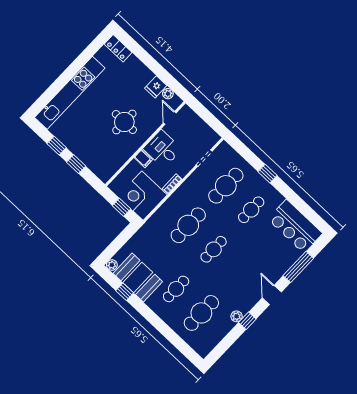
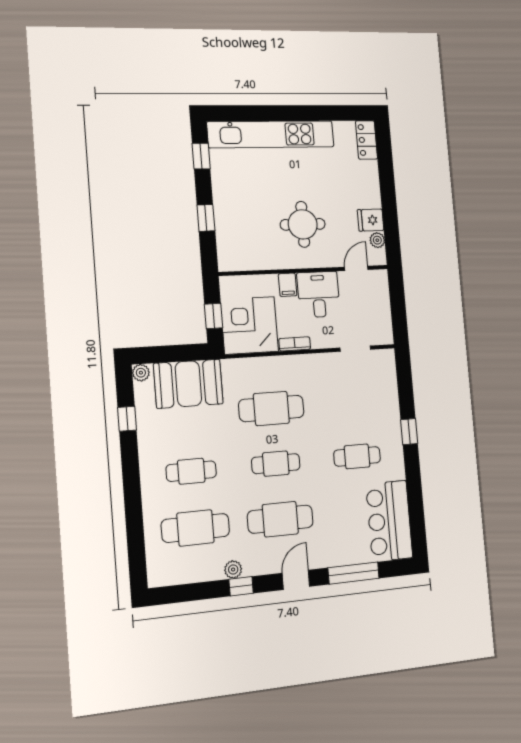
window: (57, 146) -> (201, 156), moved
cafe table: (226, 186) -> (280, 519), moved
booth: (138, 278) -> (188, 384), moved, turned 90

